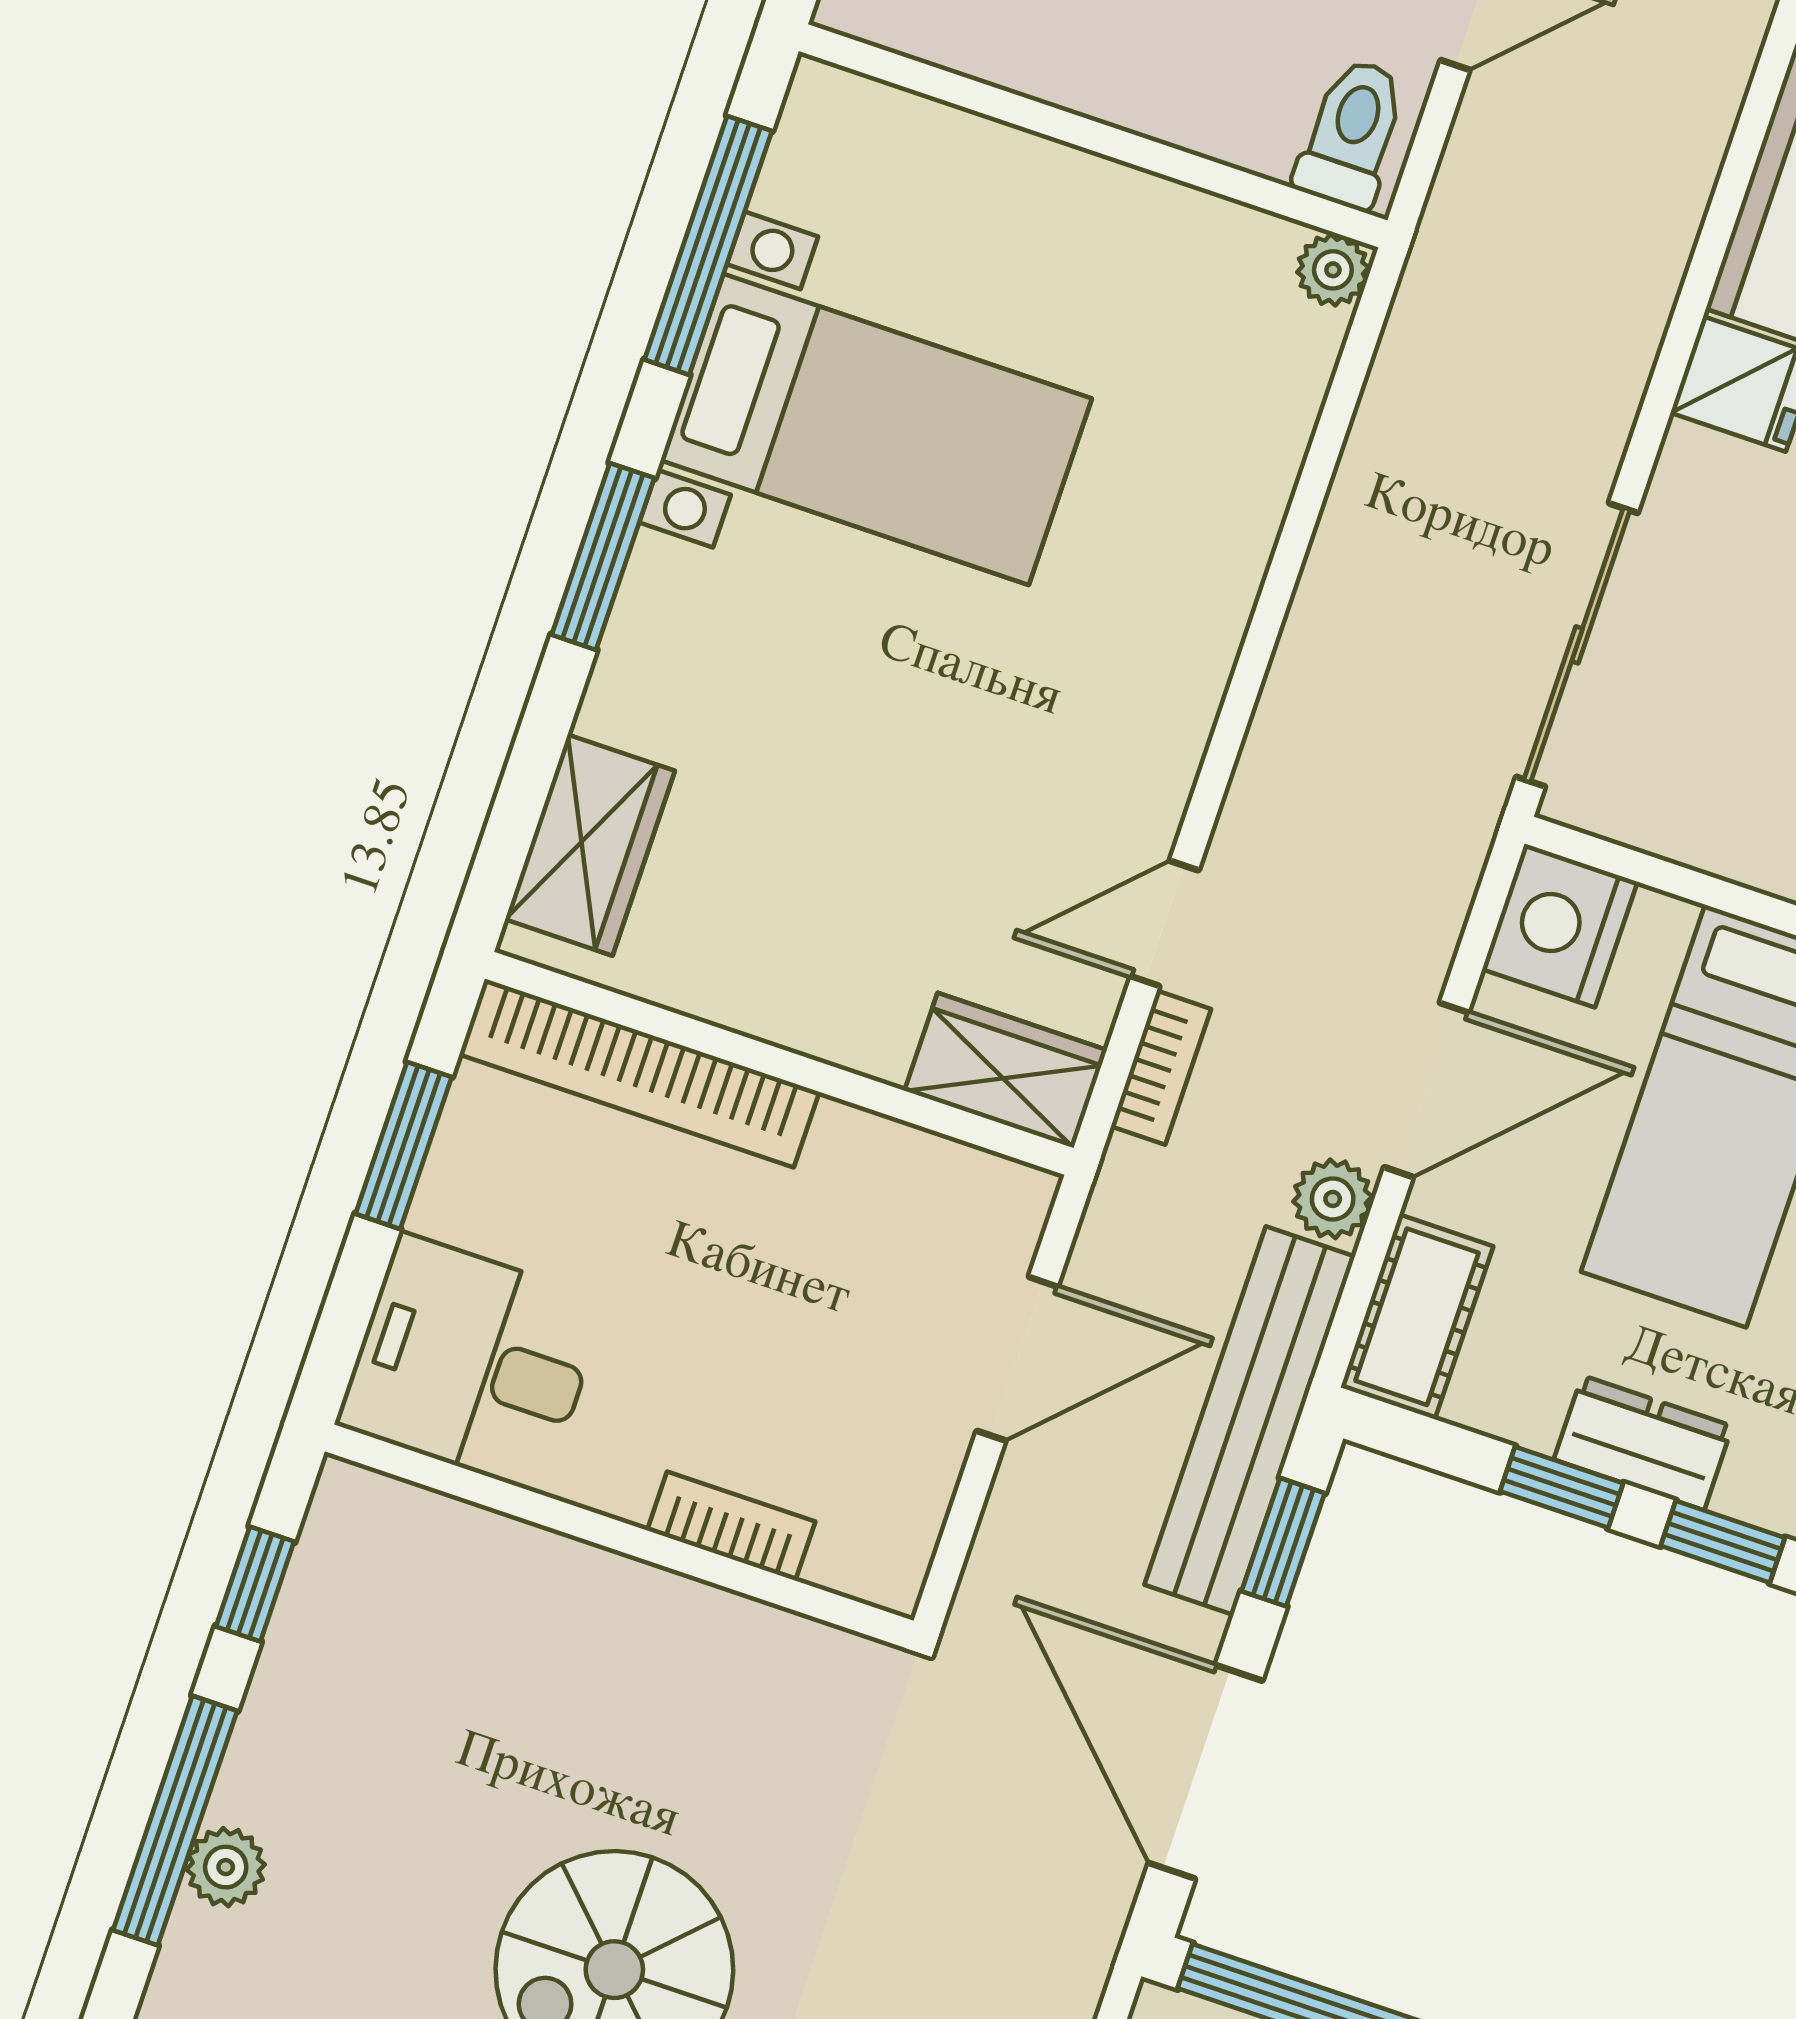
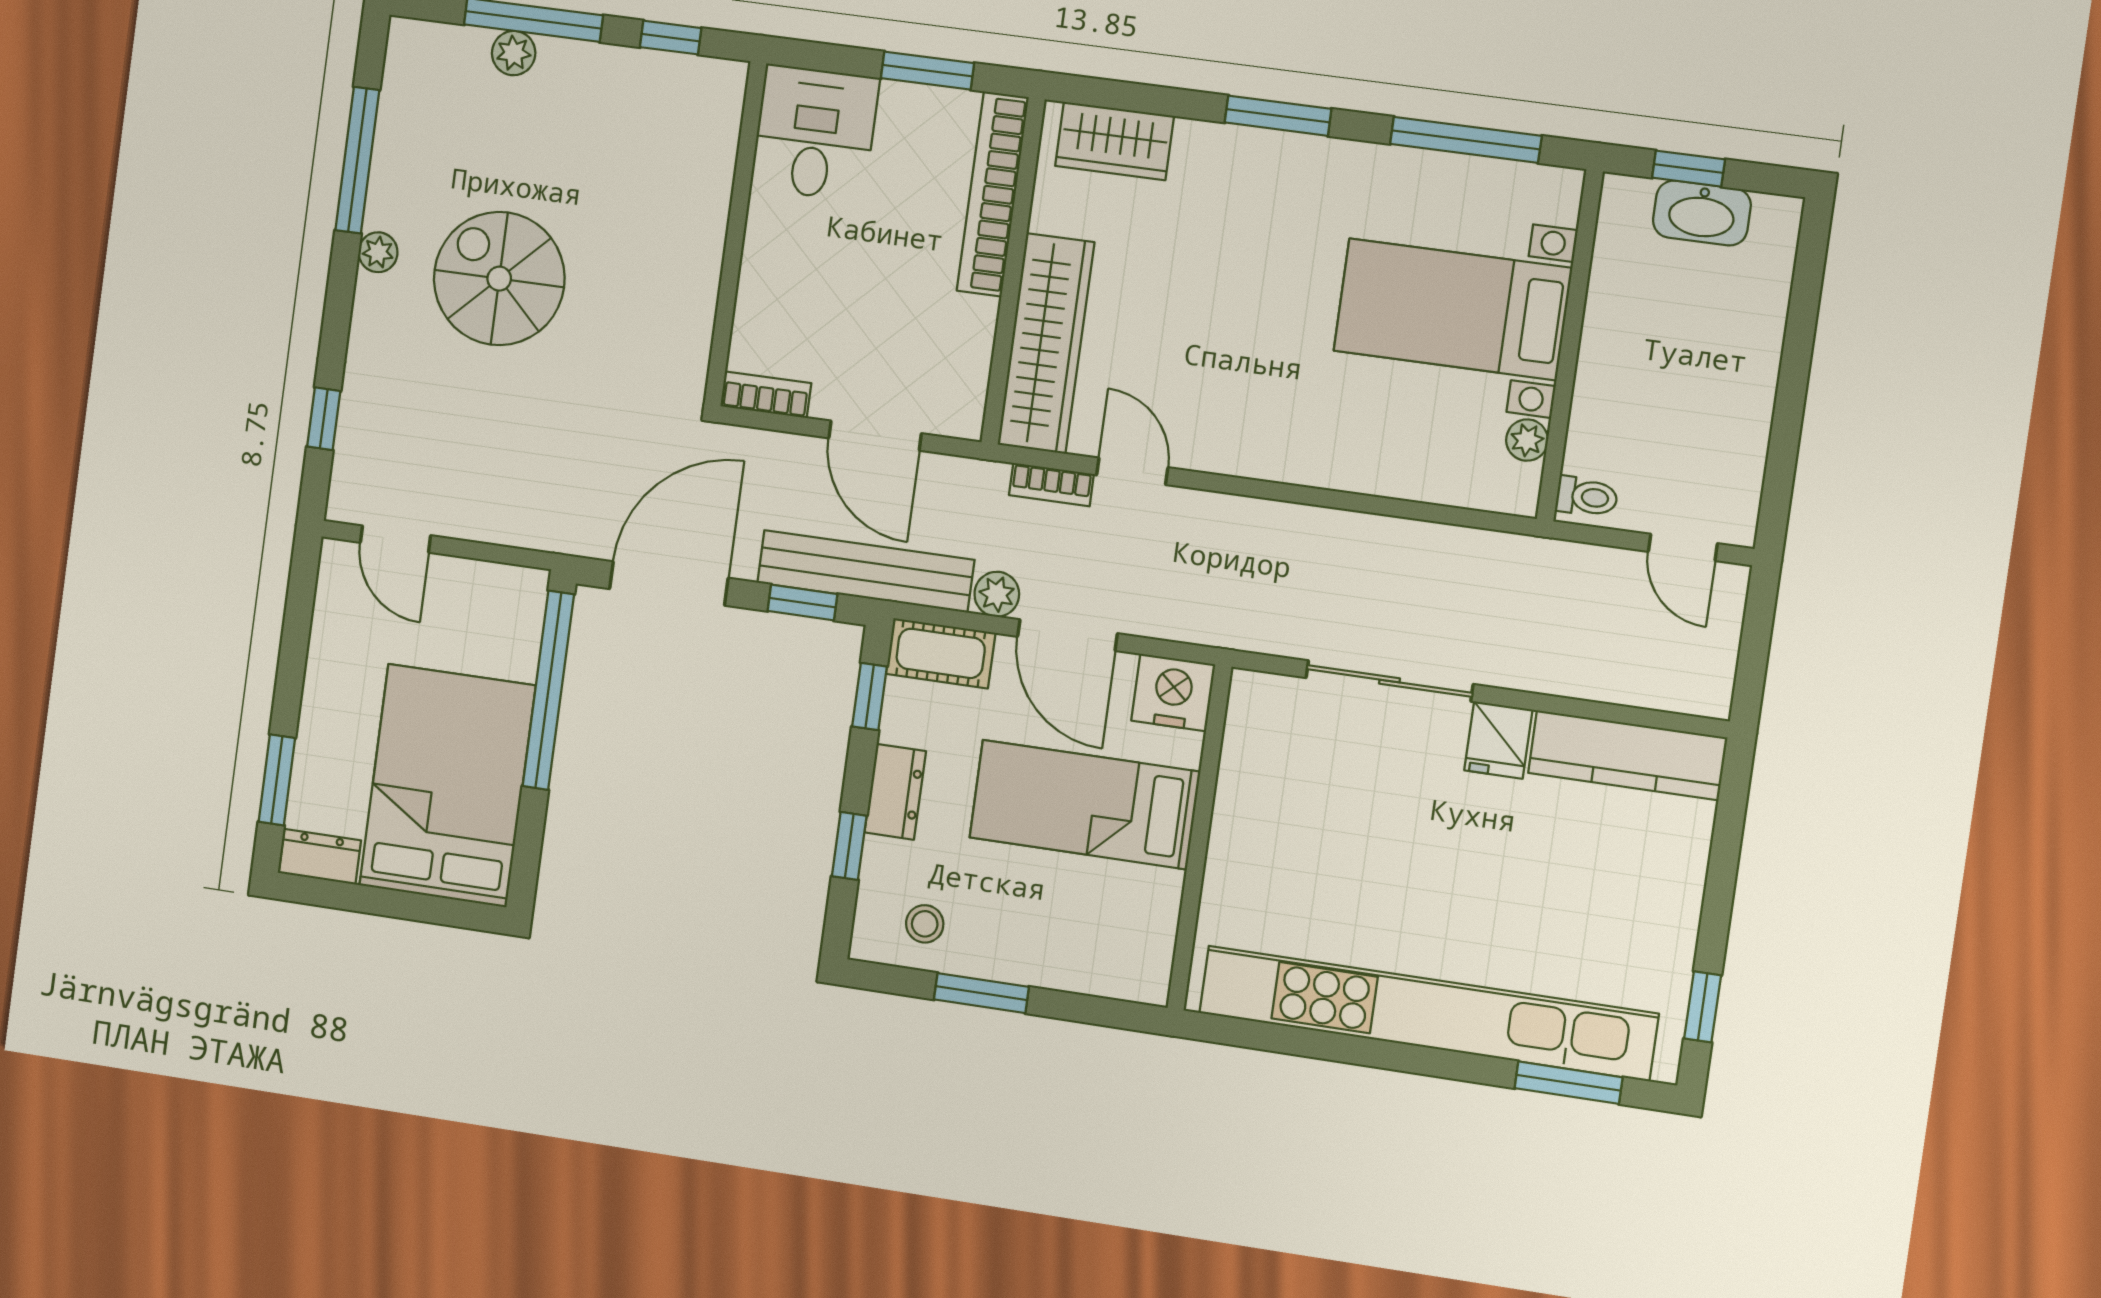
toilet: (1352, 134) -> (1587, 497), width x0.73, depth x0.72
plant: (1333, 270) -> (1527, 440), moved
bed with nightstands: (876, 429) -> (1453, 309), moved, turned 90
sliding door: (1577, 645) -> (1389, 681), moved
wardrobe: (1006, 1070) -> (1046, 344), width x2.10, depth x1.17
window: (1562, 1487) -> (870, 696), moved
bookcase: (731, 1526) -> (766, 395), moved, turned -90

